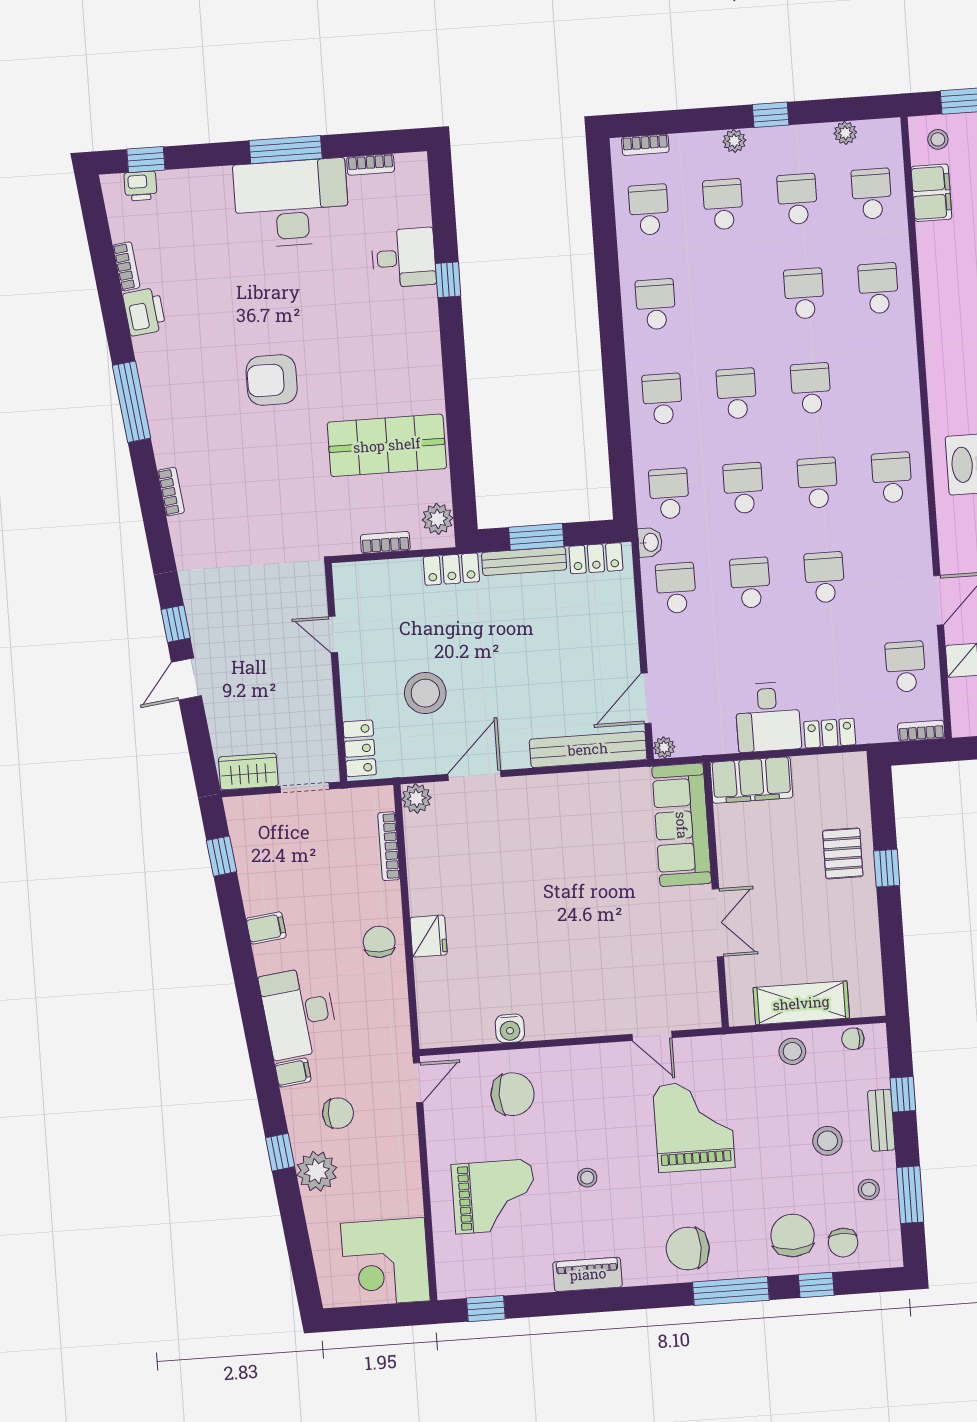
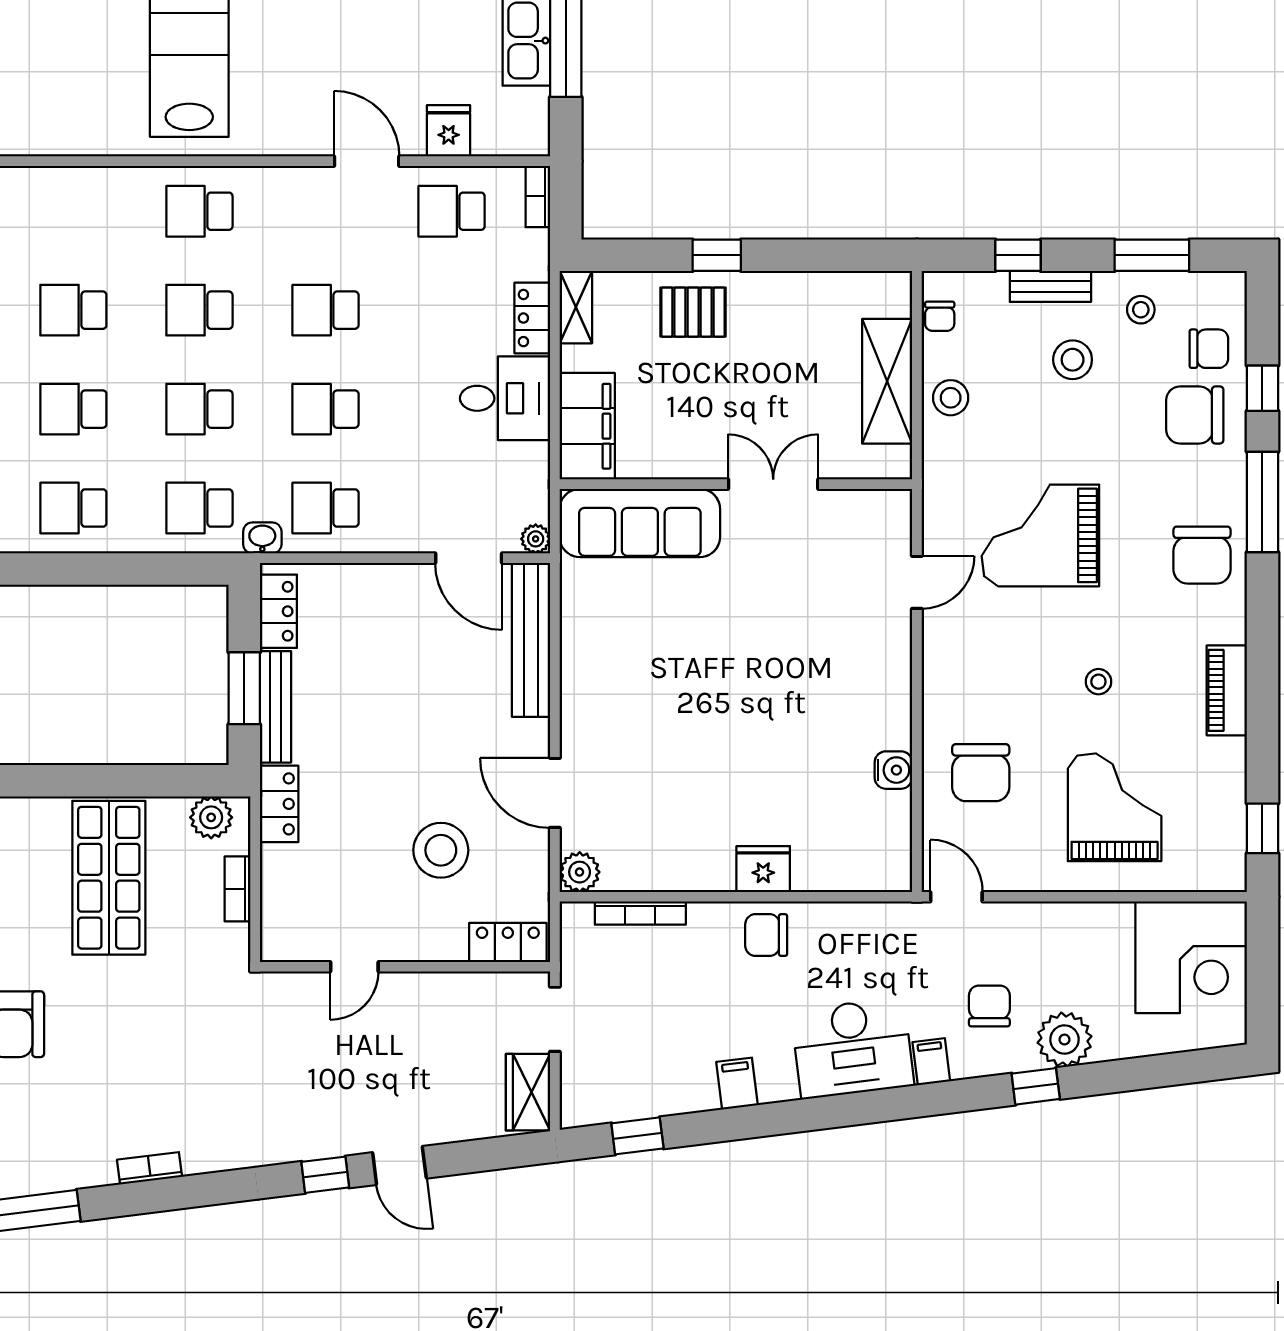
shelving: (840, 765) -> (576, 307), added
chair: (513, 1094) -> (981, 773), turned 180

